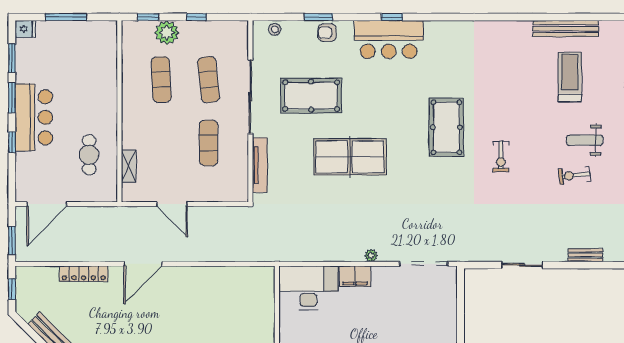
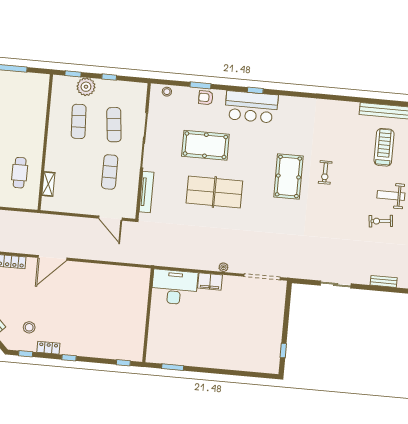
pool table: (311, 96) -> (205, 145), moved
exercise bike: (501, 156) -> (325, 172), moved
door: (172, 204) -> (110, 218), moved

